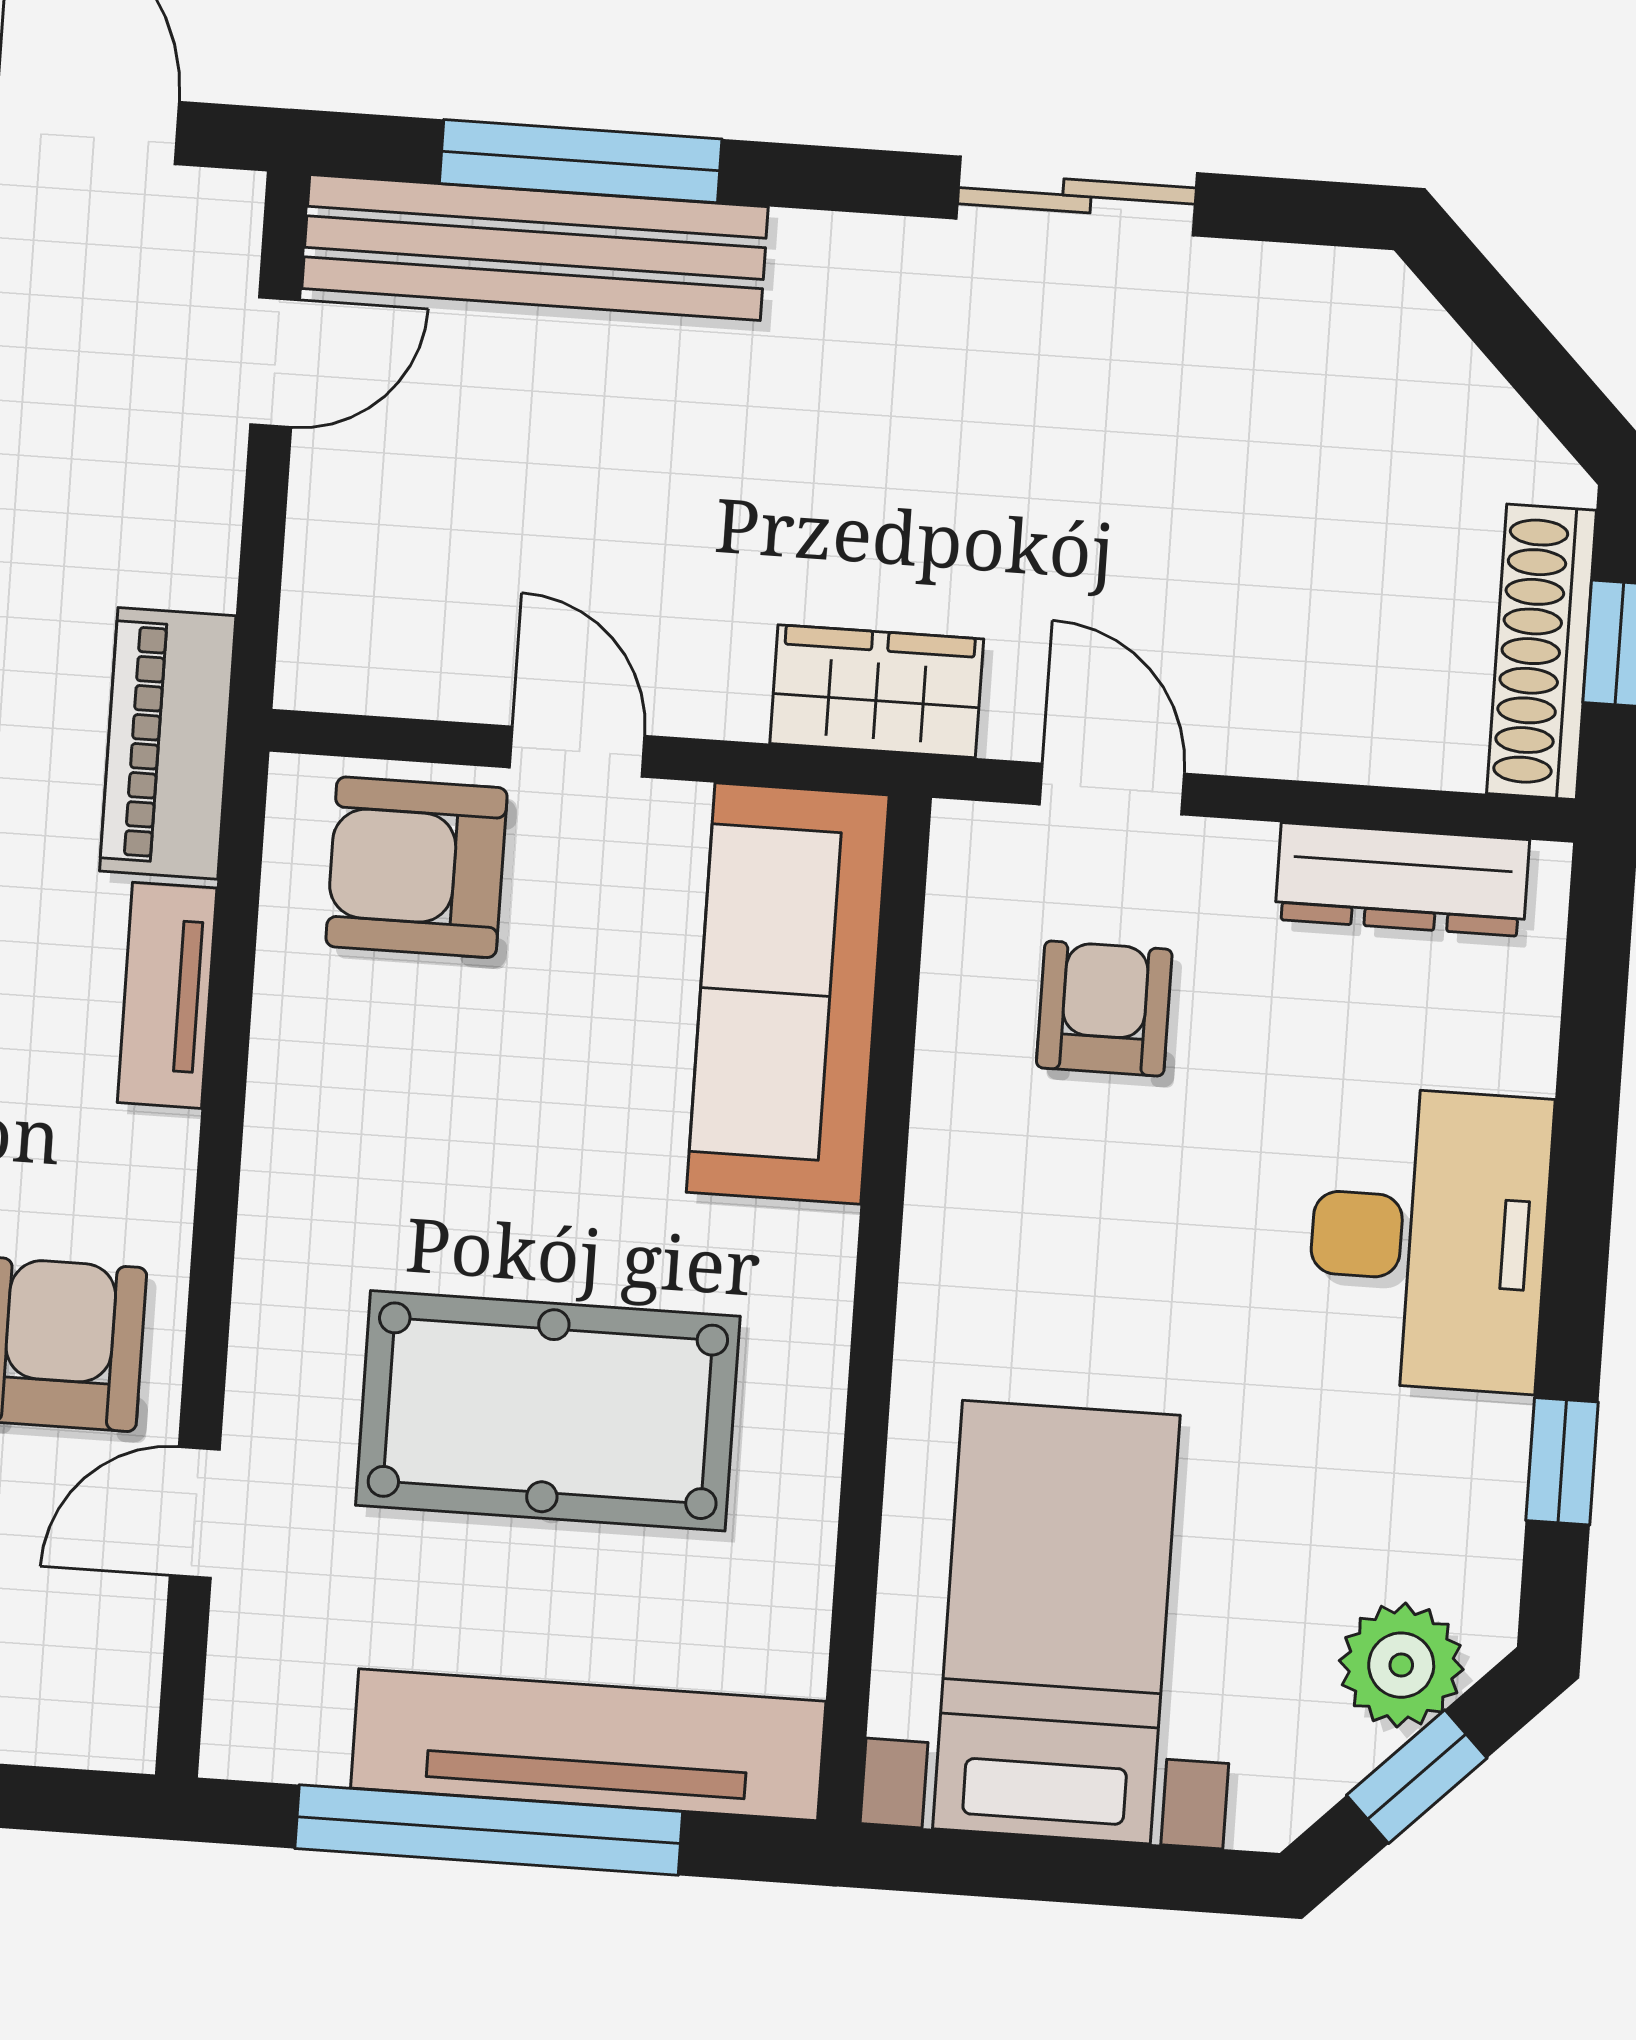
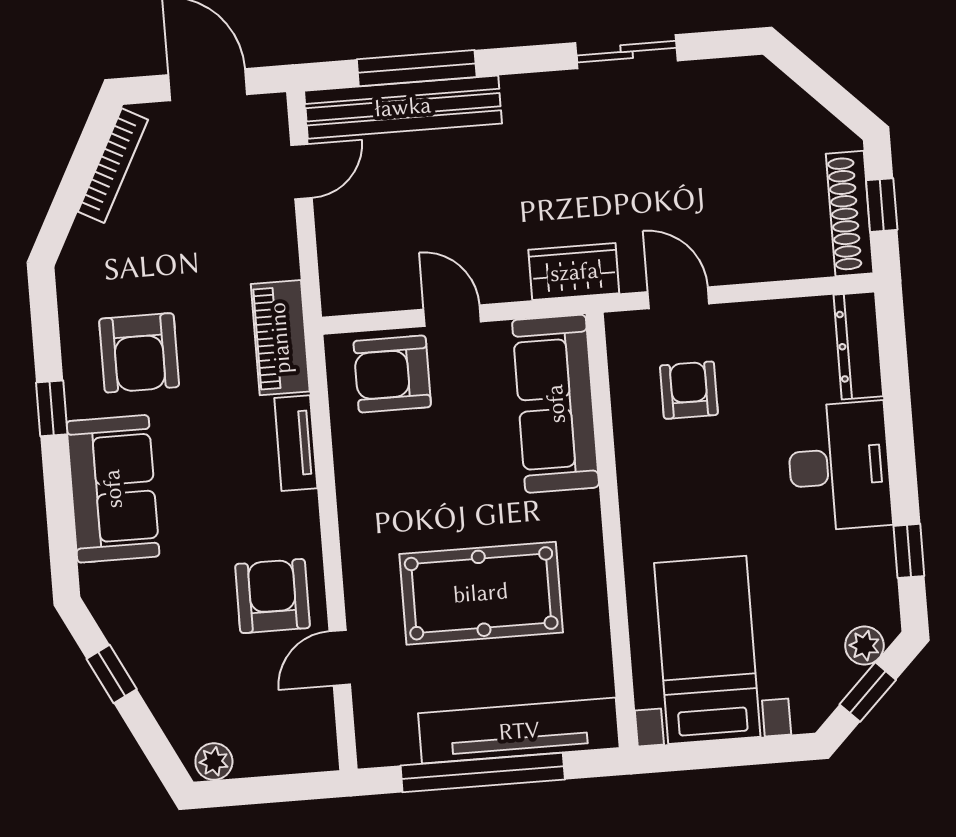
dresser: (1402, 880) -> (858, 345), moved, turned 90
plant: (1401, 1665) -> (864, 646), width x0.73, depth x0.73

